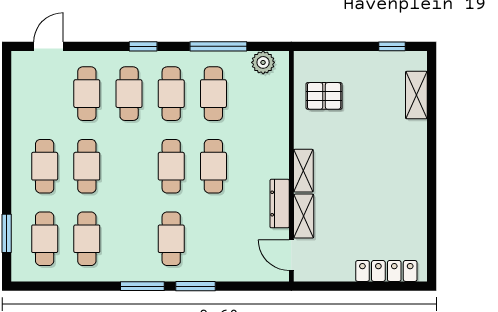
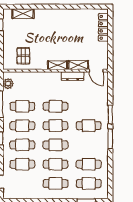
cafe table: (129, 166) -> (55, 145), added
door: (291, 255) -> (96, 71), hinge flipped

